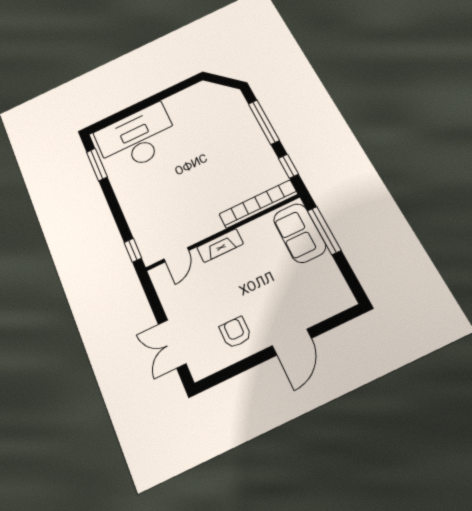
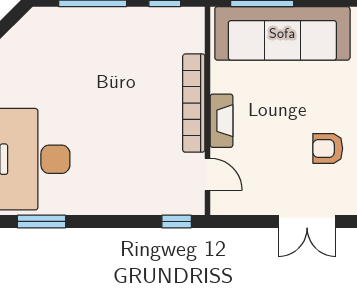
bookcase: (258, 204) -> (194, 103), moved
sofa: (299, 233) -> (282, 33), width x1.85, depth x1.27

